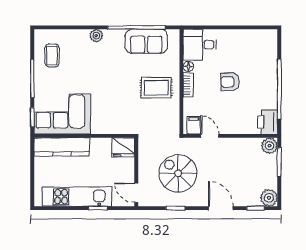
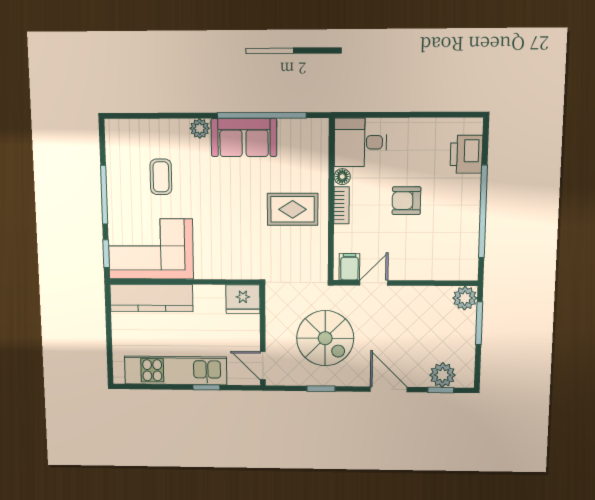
sofa: (146, 41) -> (244, 138), moved
coffee table: (52, 55) -> (161, 177), moved
printer: (268, 122) -> (466, 154), moved
door: (210, 136) -> (374, 283), hinge flipped
spiral stairs: (178, 173) -> (325, 338), turned 180
plant: (269, 198) -> (443, 375), moved

